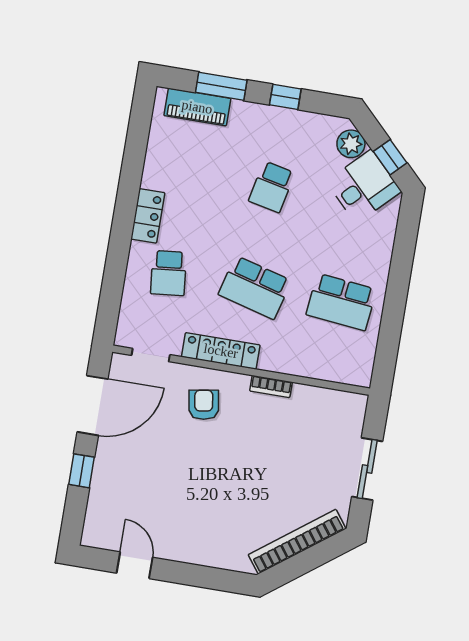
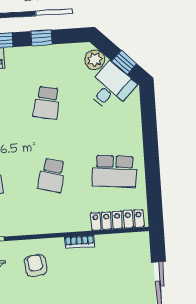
school desk: (255, 288) -> (52, 176), width x0.54
locker: (221, 351) -> (117, 220), moved

